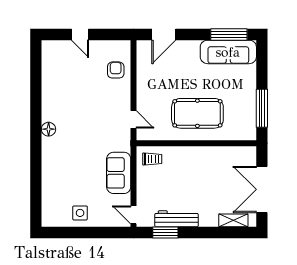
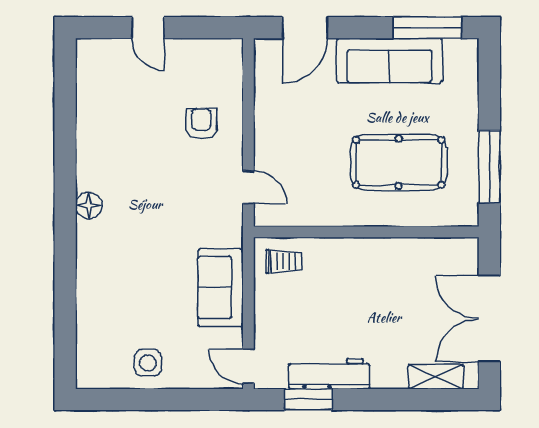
sofa: (228, 52) -> (389, 60), moved
armchair: (116, 70) -> (201, 124), moved
pool table: (197, 113) -> (399, 162), moved

